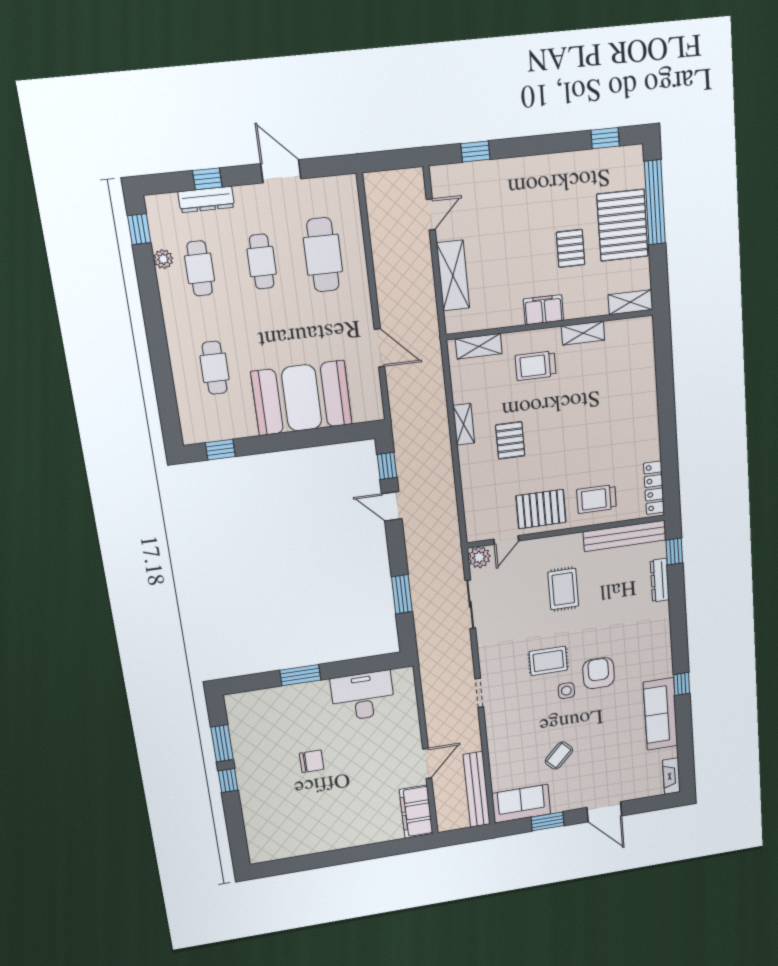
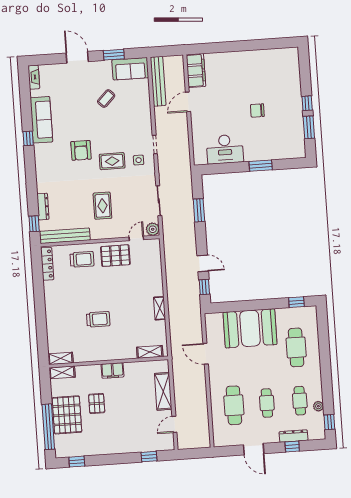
shelving: (583, 333) -> (61, 358), moved
trolley: (536, 366) -> (98, 319), moved
cafe table: (215, 368) -> (296, 347), width x1.37, depth x1.35
pallet: (510, 440) -> (133, 297), removed
side table: (566, 691) -> (139, 160), moved

